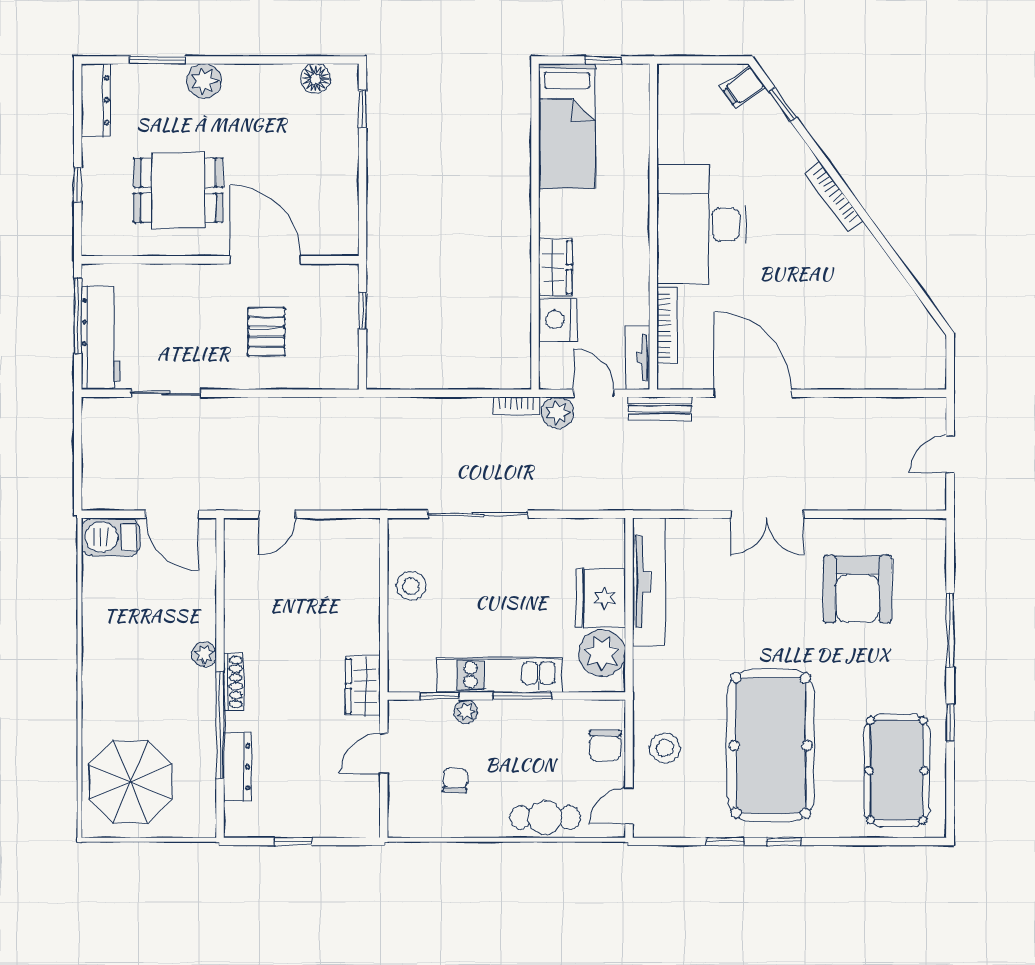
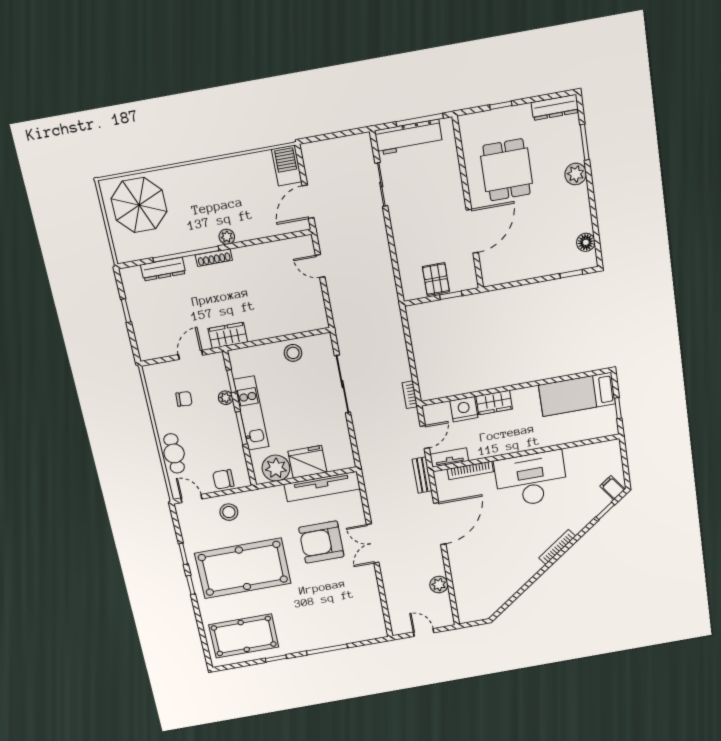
pallet: (266, 332) -> (436, 279), moved, turned 90
plant: (558, 413) -> (439, 585), moved
armchair: (857, 589) -> (321, 542), moved
door: (384, 753) -> (191, 355), hinge flipped

